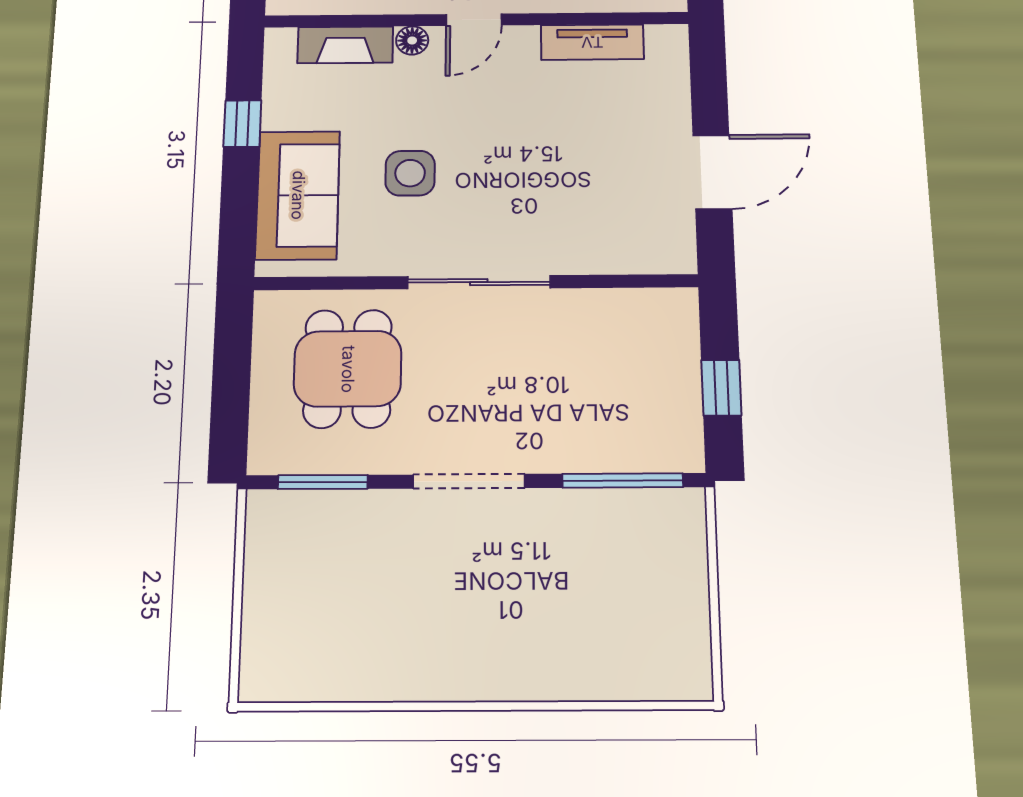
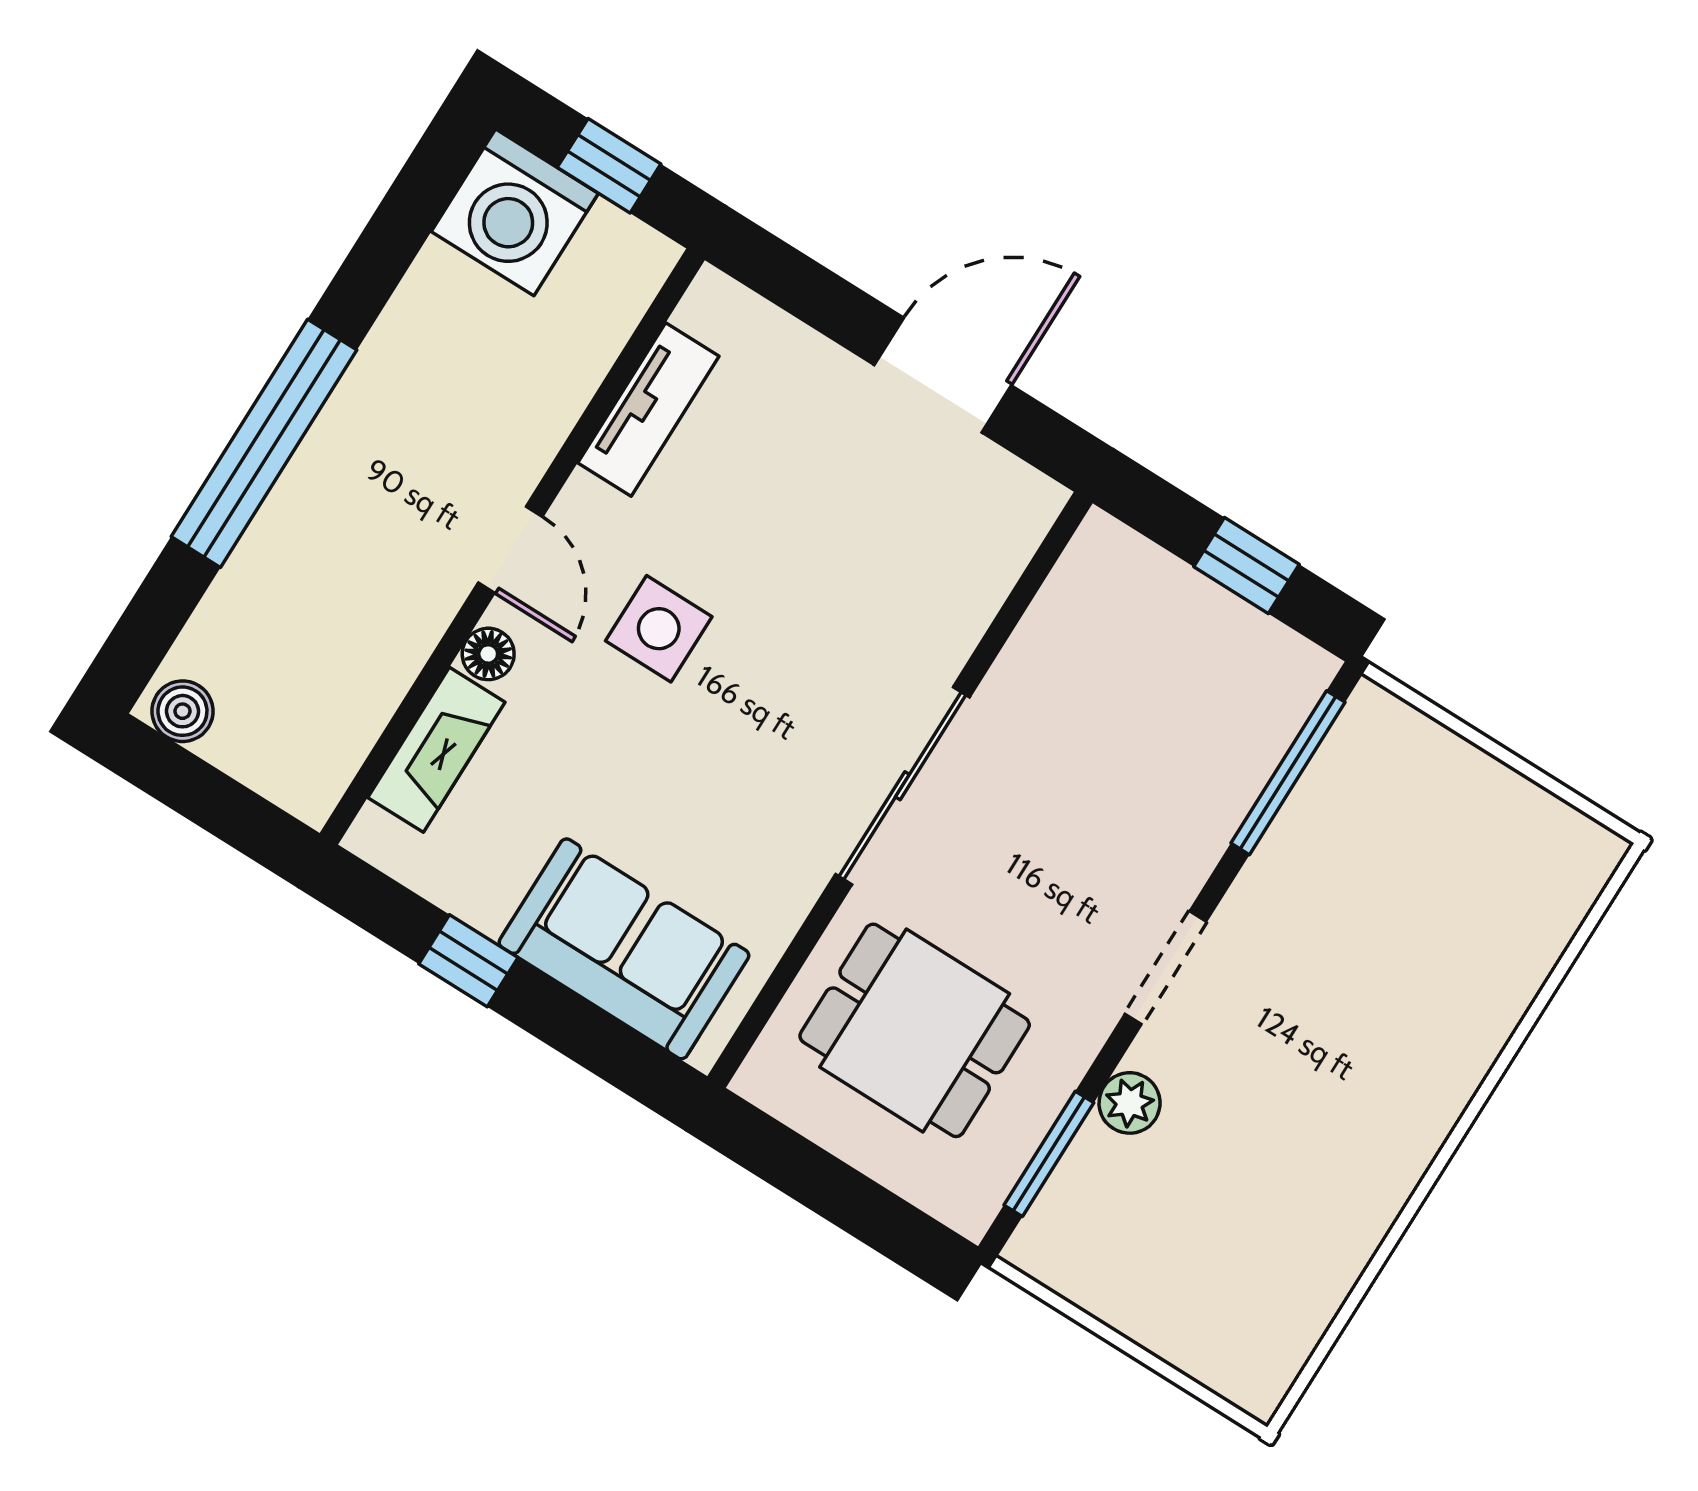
door: (712, 172) -> (943, 375), hinge flipped
side table: (410, 173) -> (659, 629), moved
doorway: (469, 481) -> (1166, 968), width x0.73
plant: (380, 508) -> (1130, 1103), added

